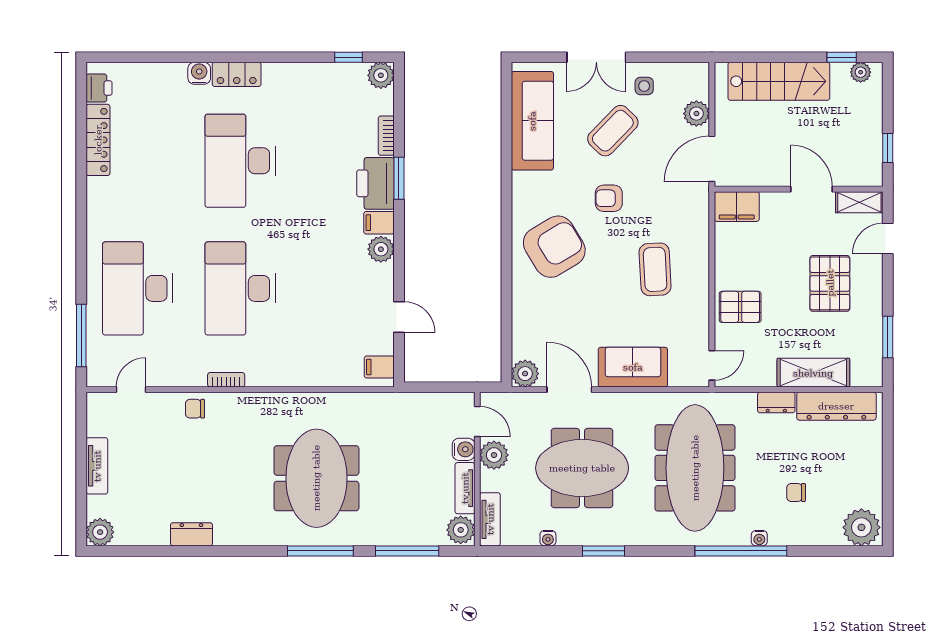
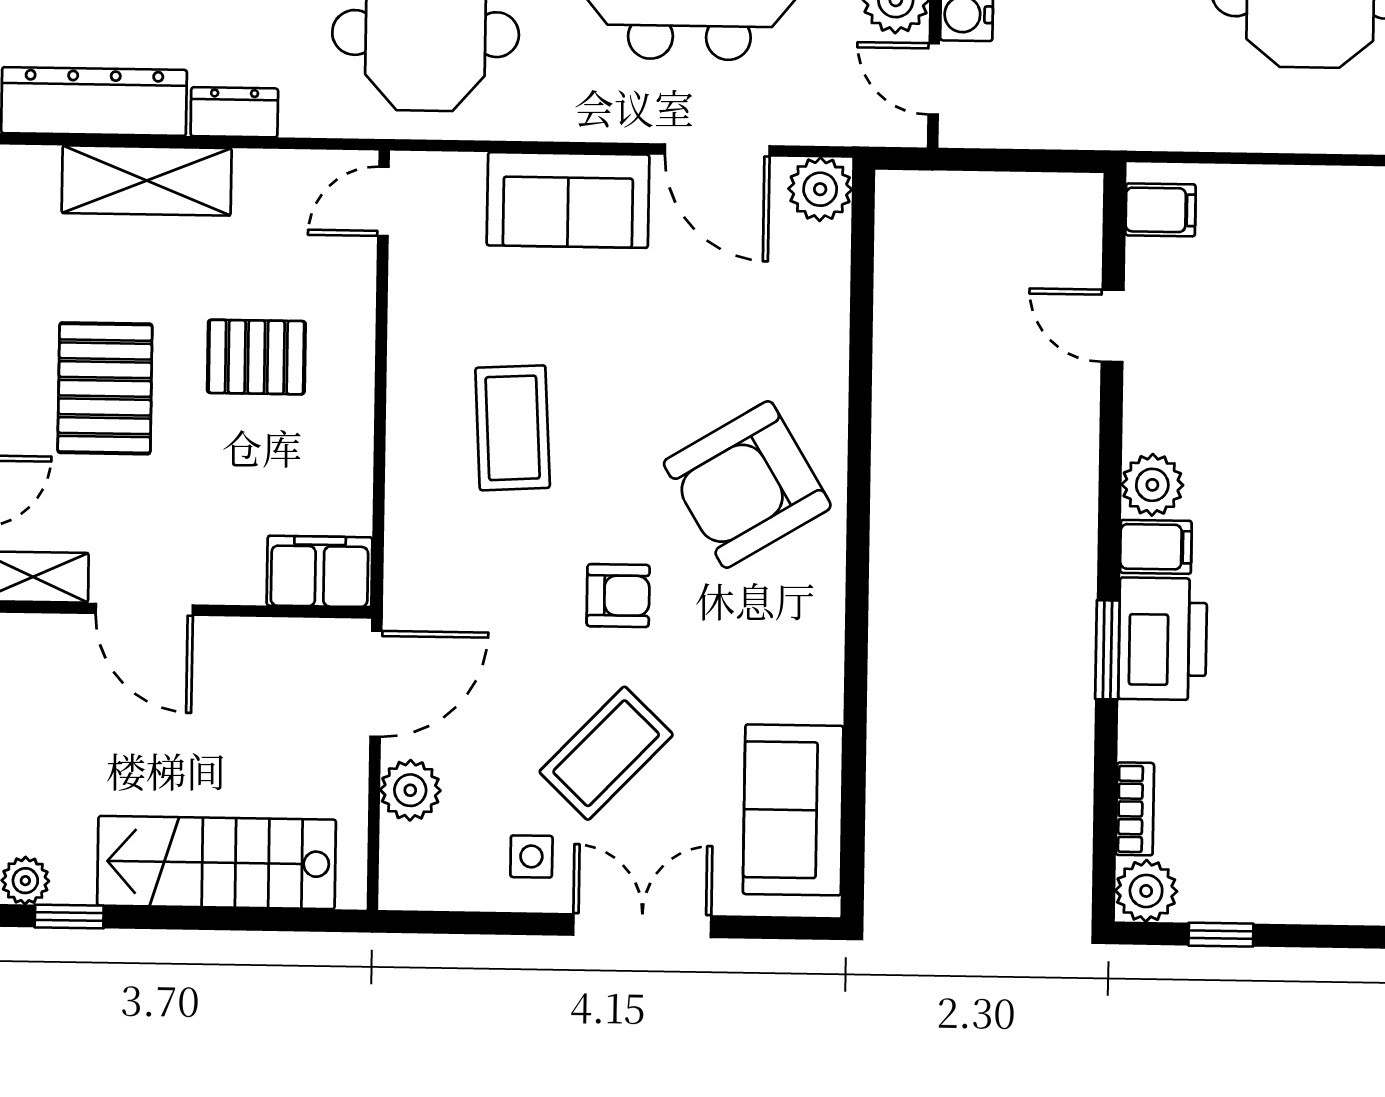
sofa: (532, 121) -> (793, 810), width x0.73
bookcase: (386, 136) -> (1135, 809), moved
pallet: (740, 307) -> (256, 357), moved

